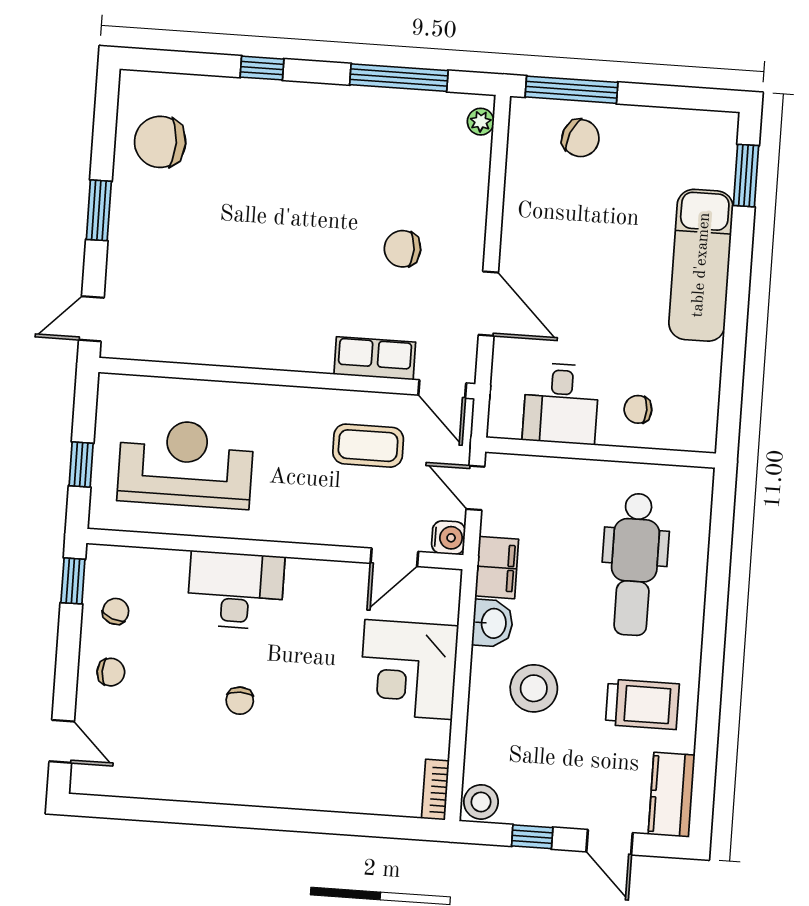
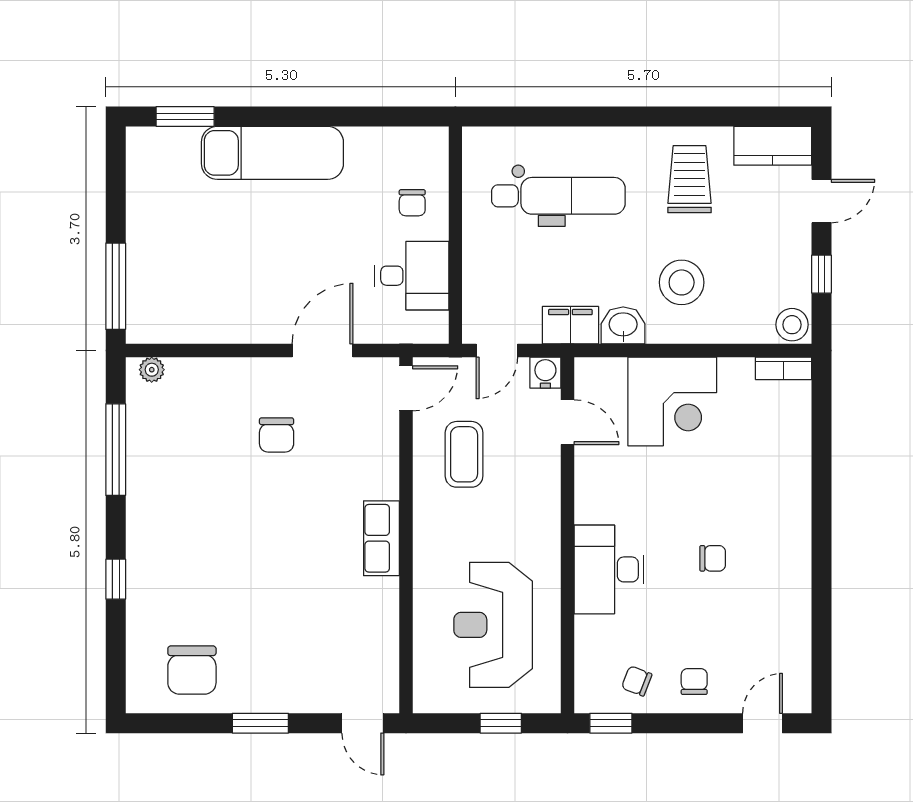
chair: (580, 138) -> (161, 275), removed
row of seats: (375, 358) -> (381, 538), moved

